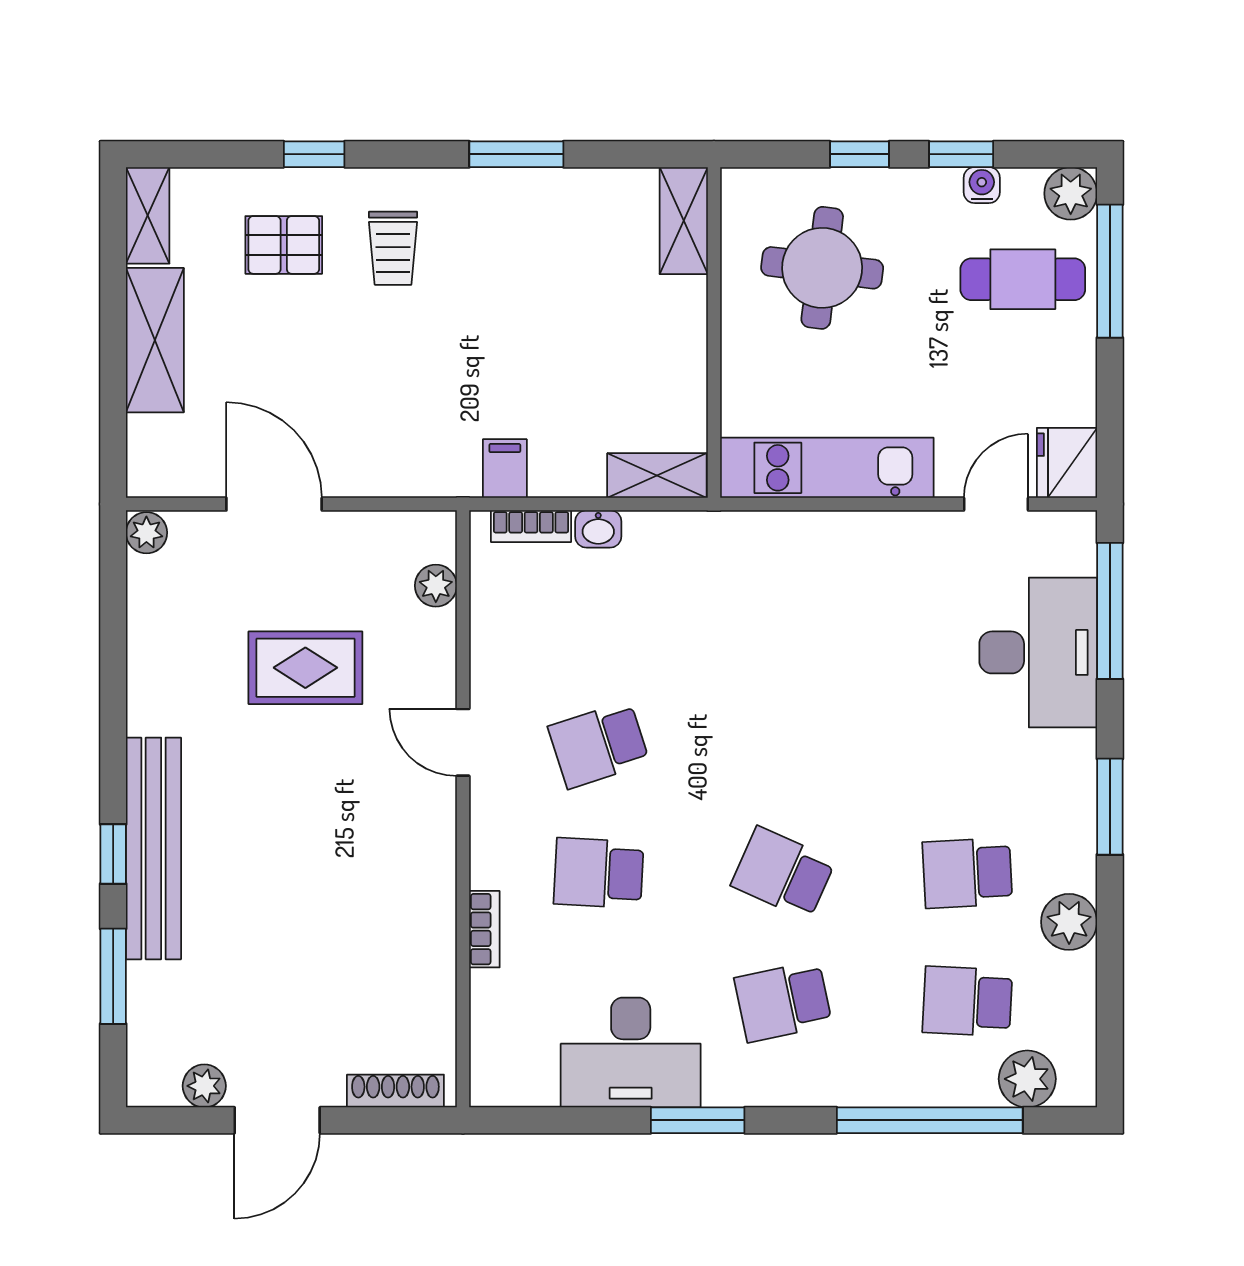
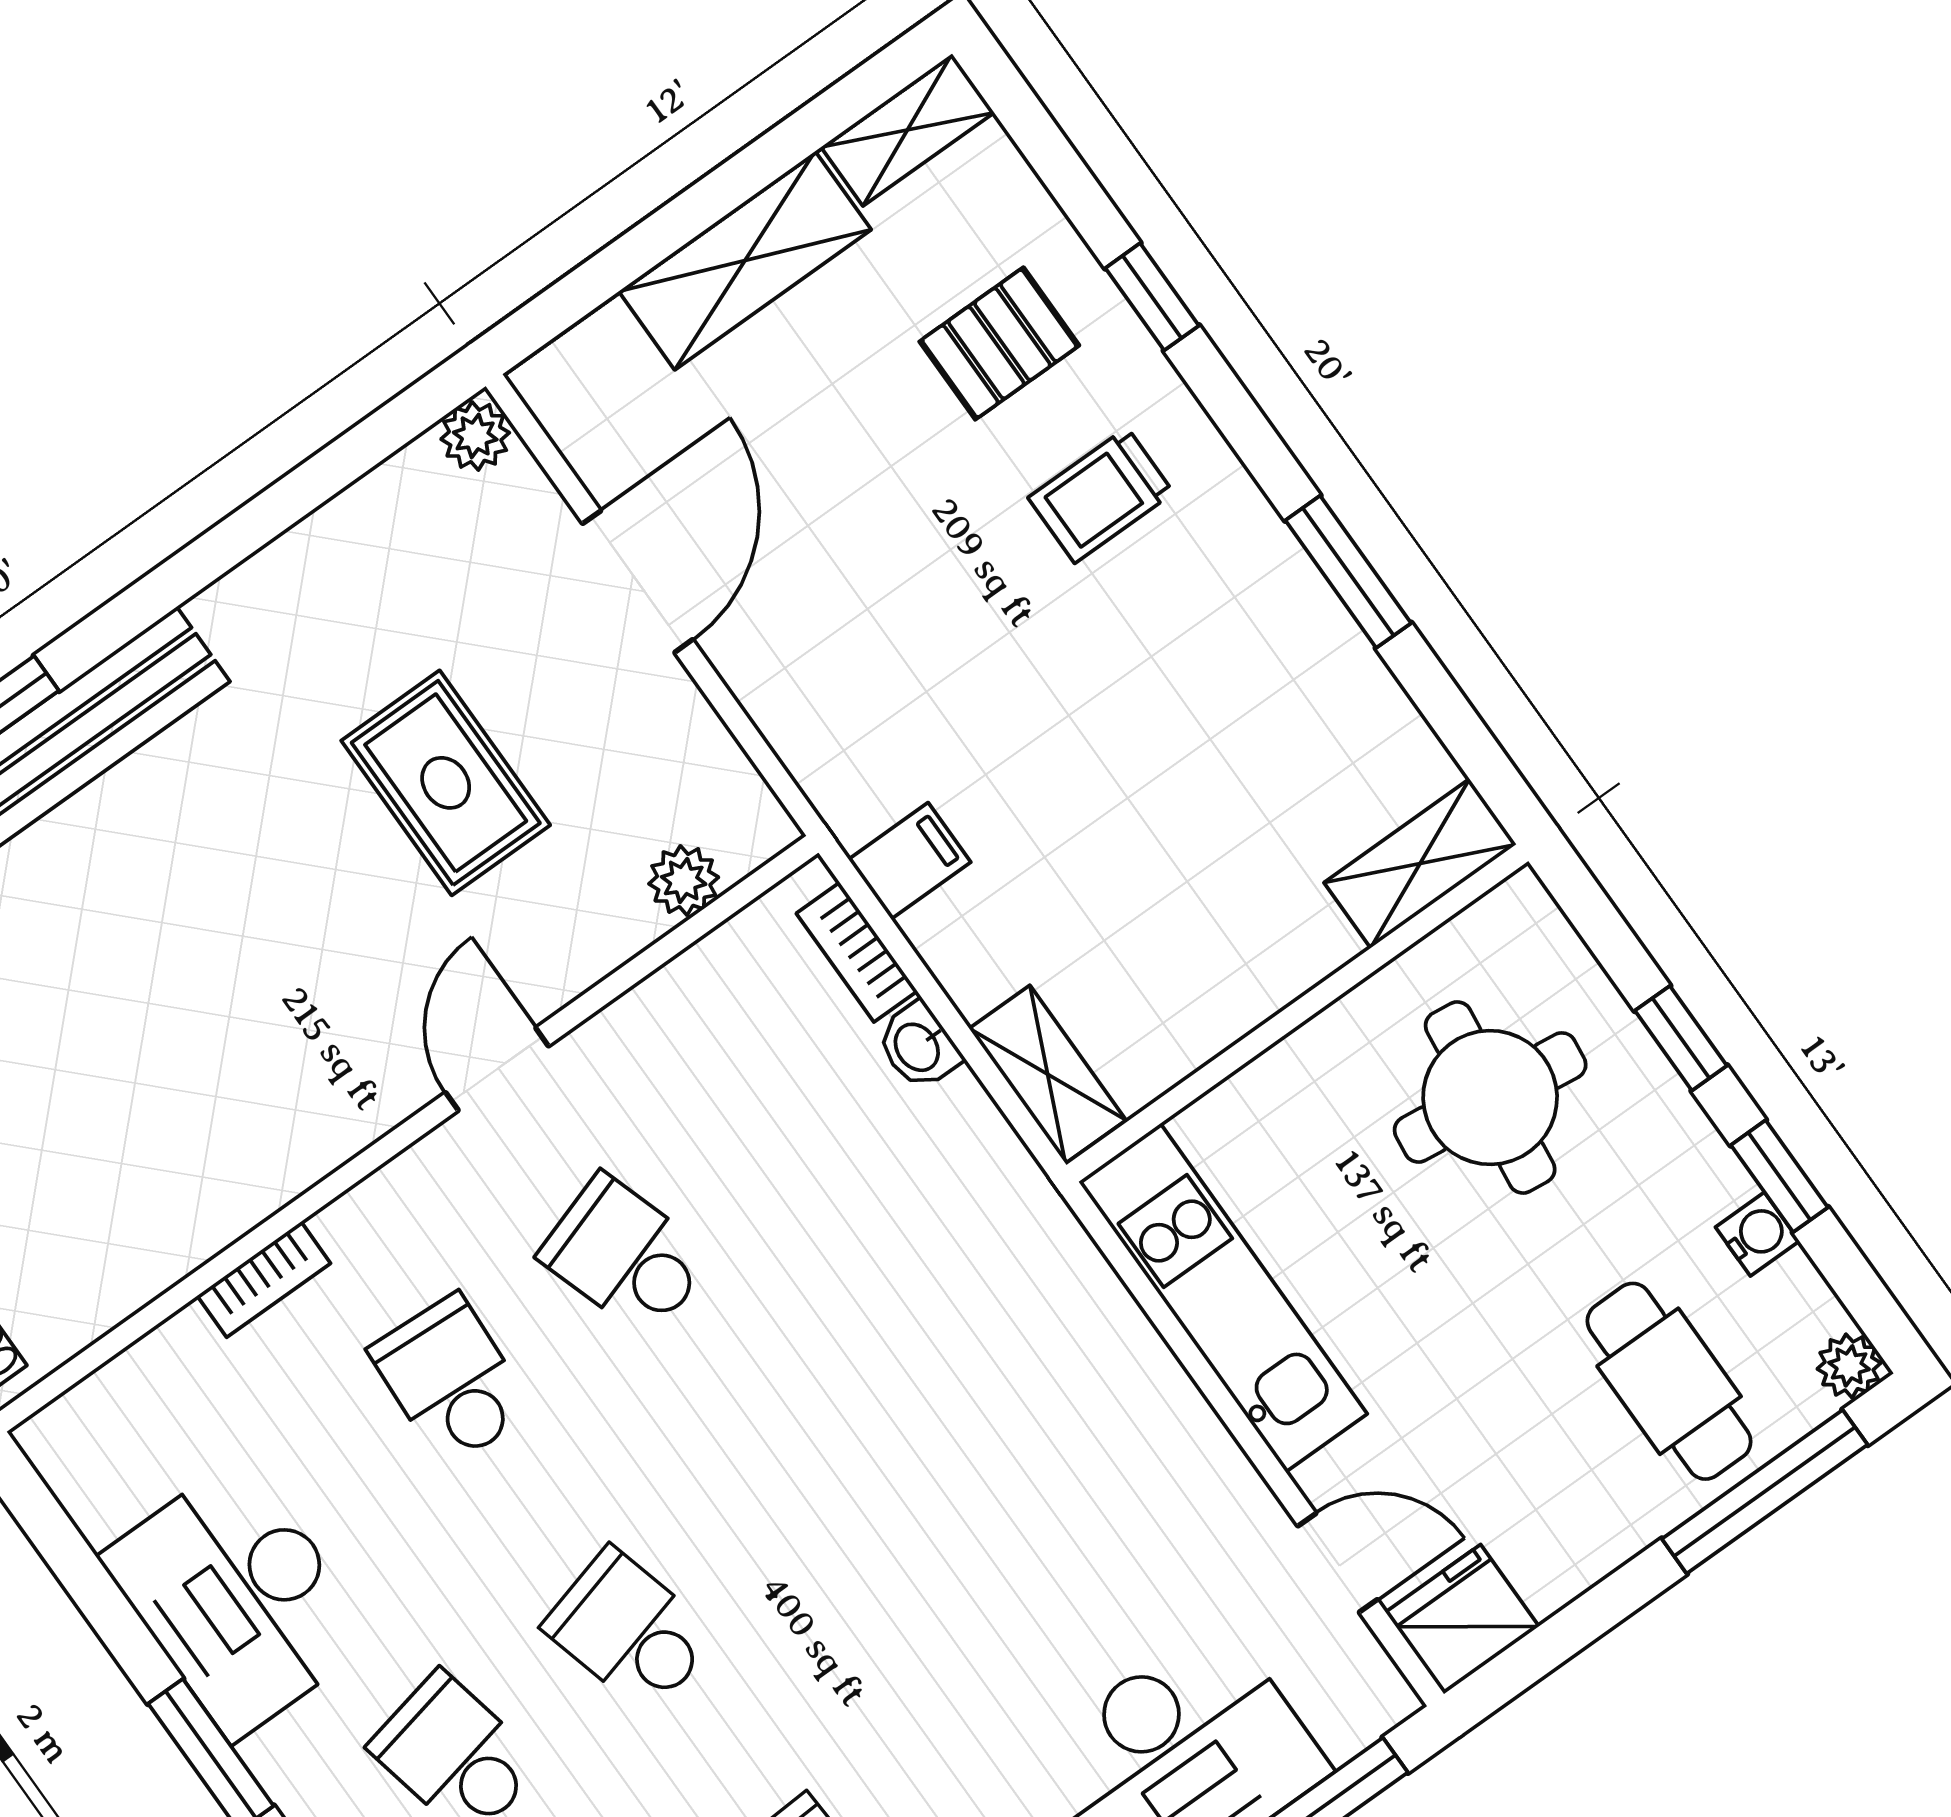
plant: (1071, 193) -> (1849, 1366), width x0.73, depth x0.73
pallet: (284, 245) -> (999, 343), turned 90
school desk: (783, 873) -> (630, 1631), turned -39

